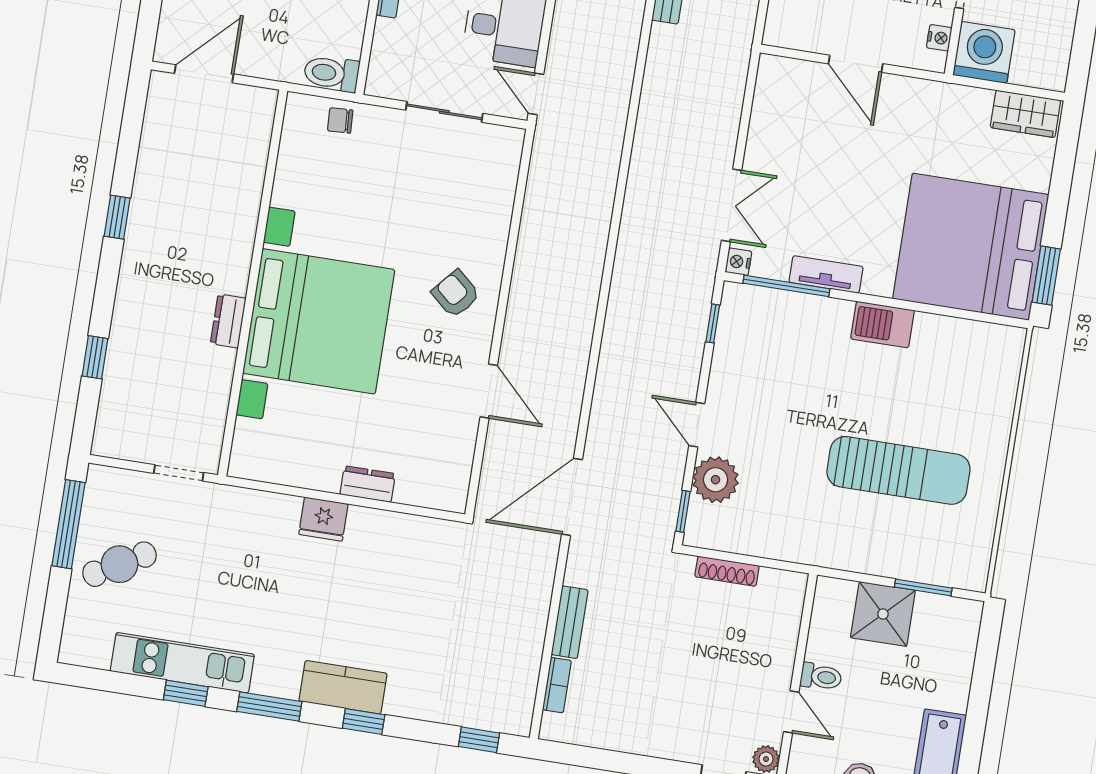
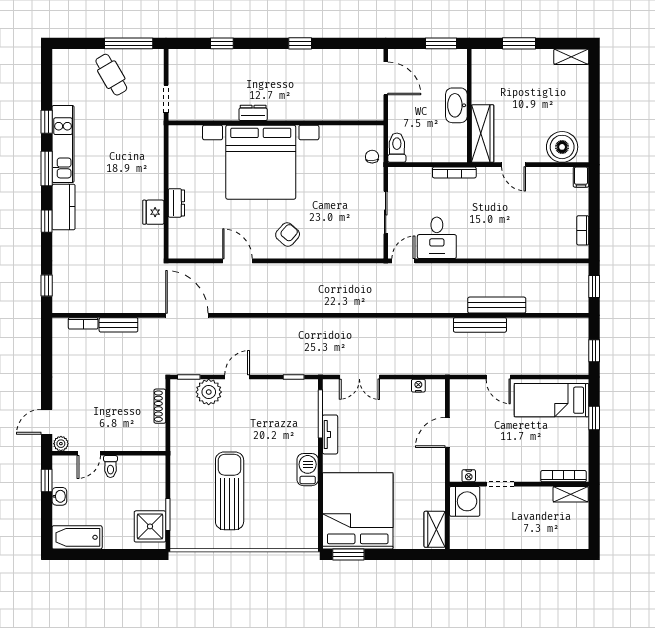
nightstand: (738, 262) -> (418, 386), moved
door: (489, 391) -> (237, 261), swing flipped
sun lounger: (898, 470) -> (230, 491), turned 180
fridge: (323, 519) -> (153, 212), moved
shower: (883, 614) -> (150, 526), moved
kitchen unit: (182, 663) -> (63, 144), moved

